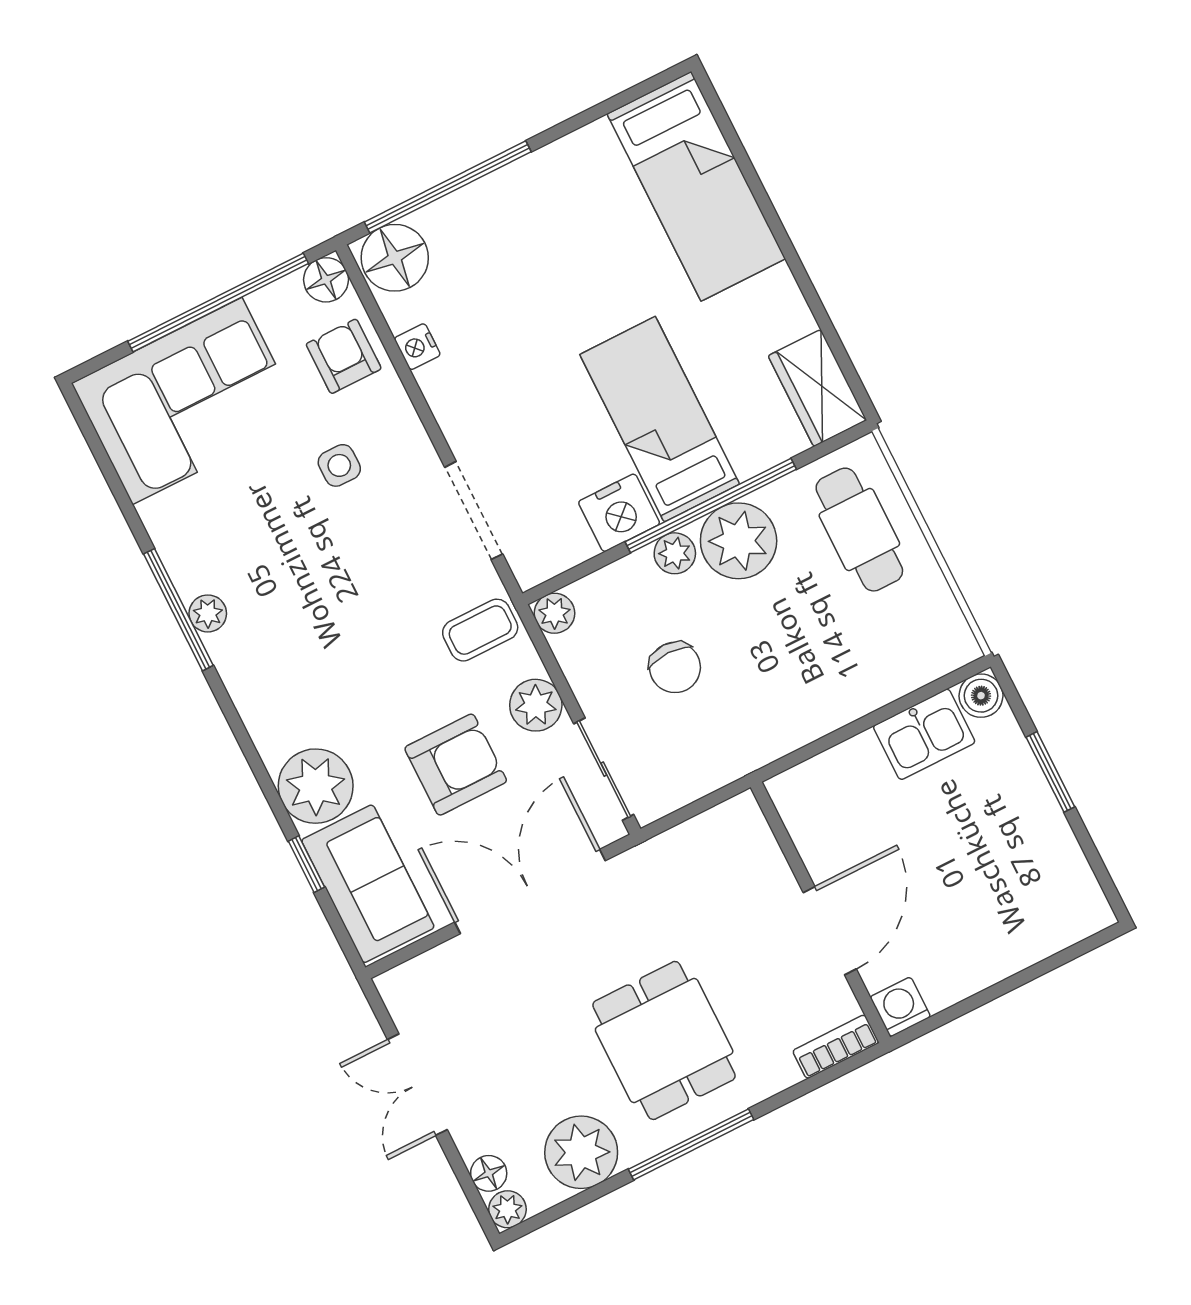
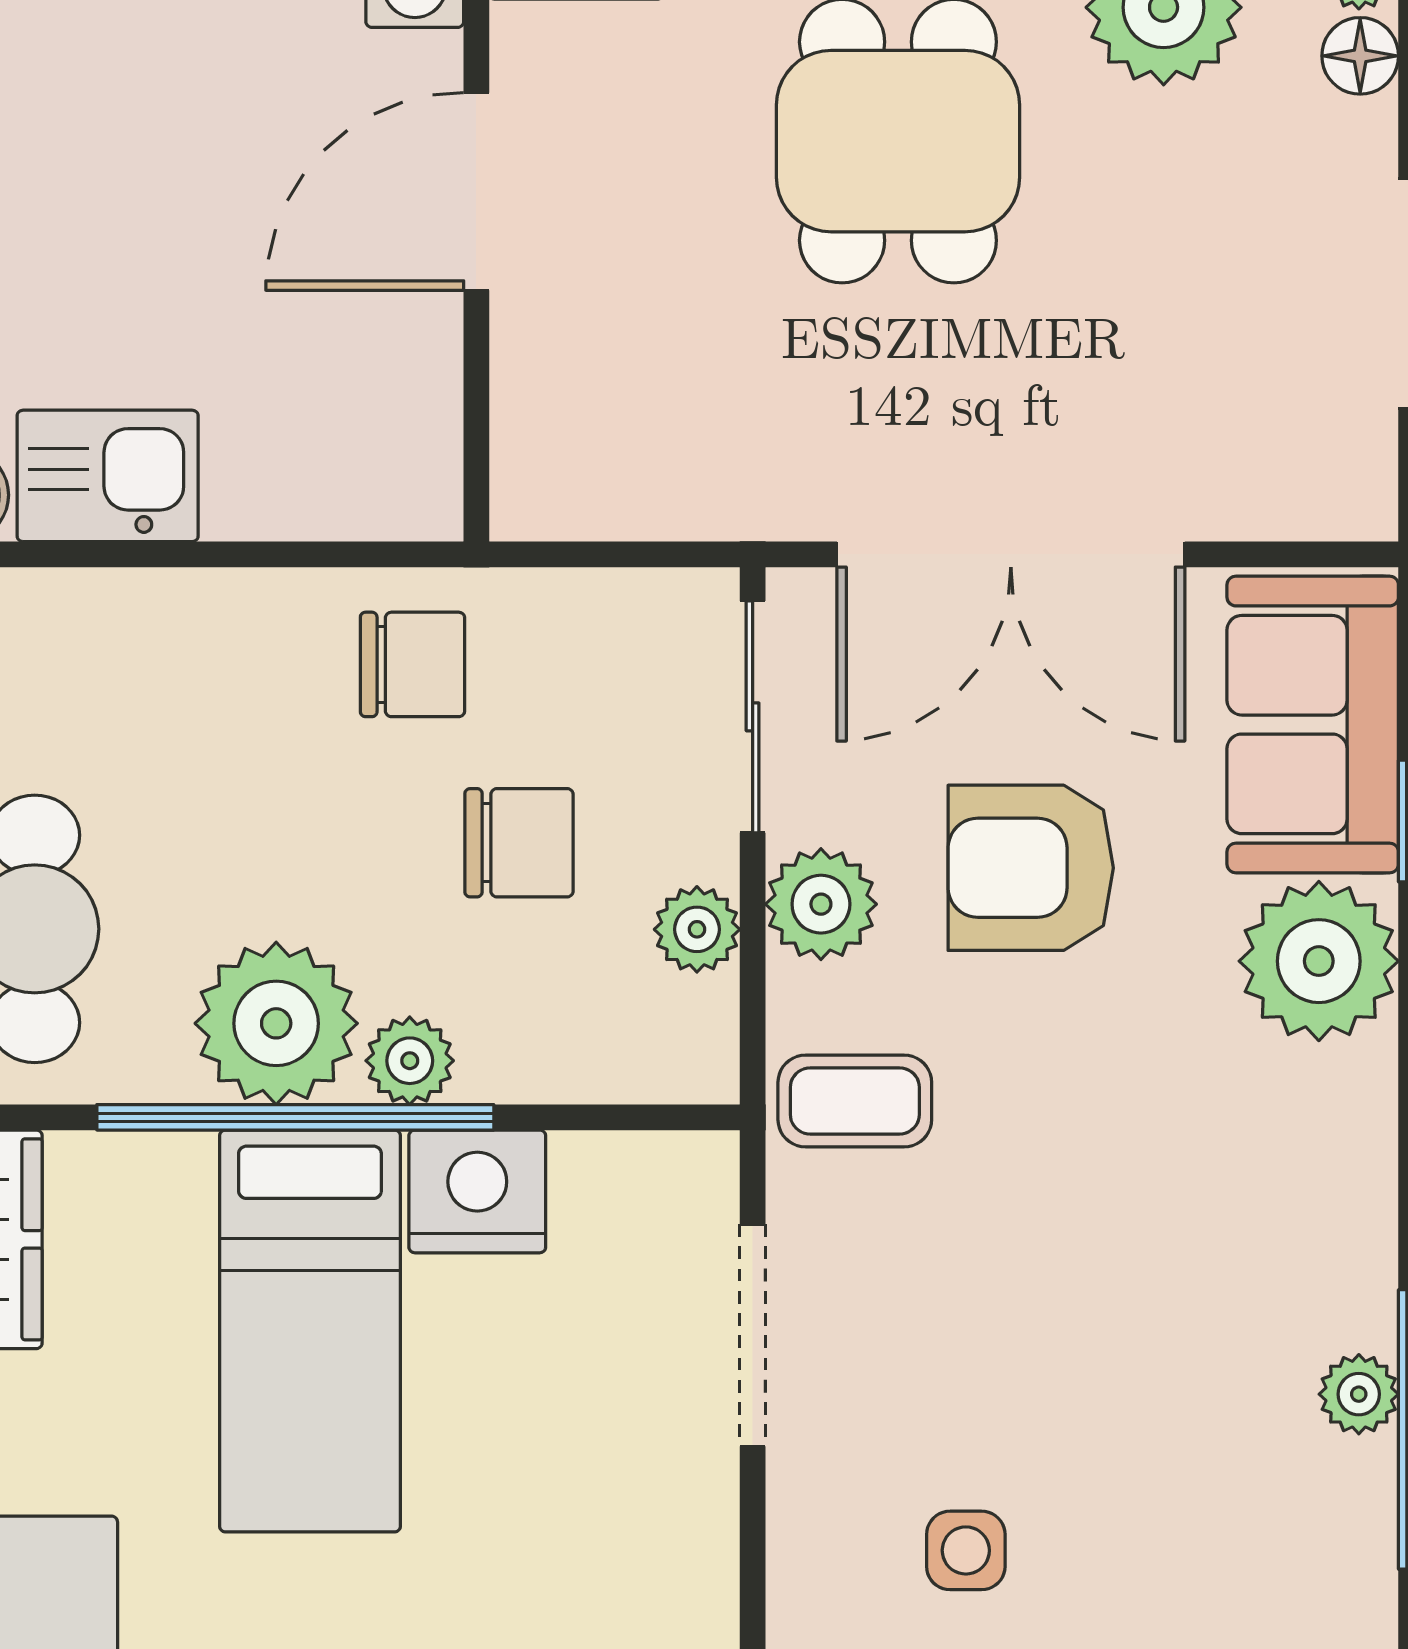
plant: (554, 613) -> (697, 929), moved
chair: (675, 667) -> (519, 843), turned 90
chair: (757, 720) -> (413, 664), added

